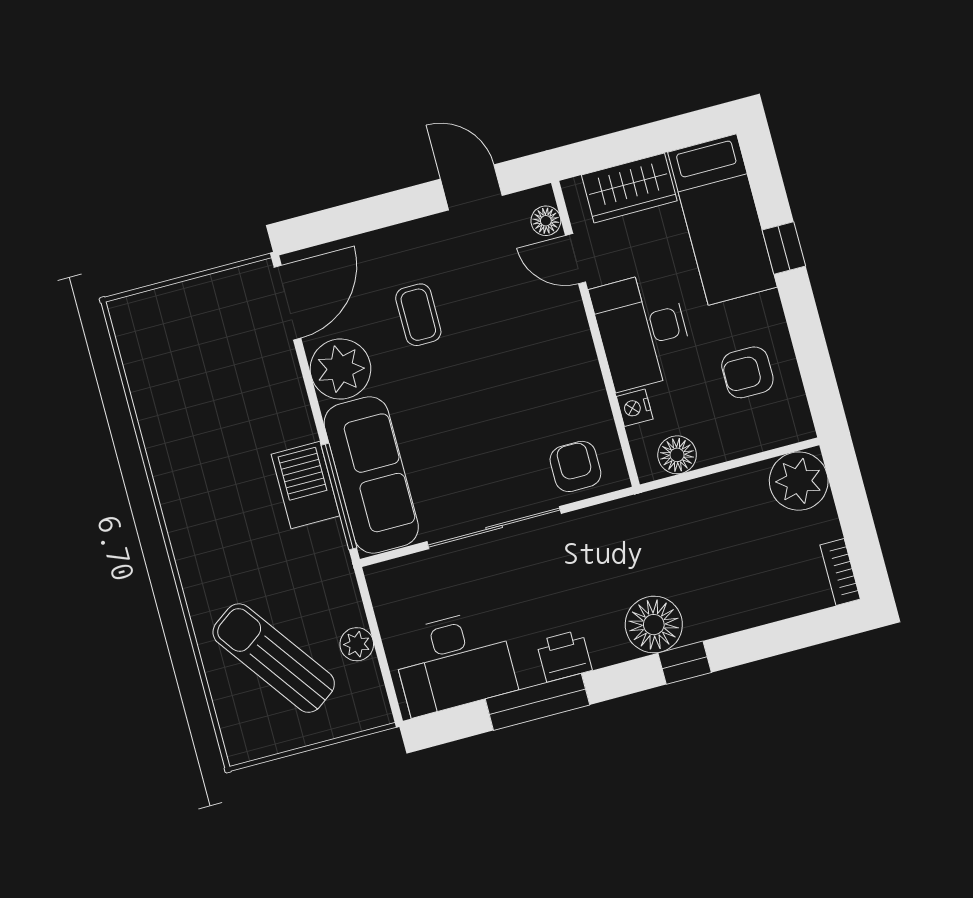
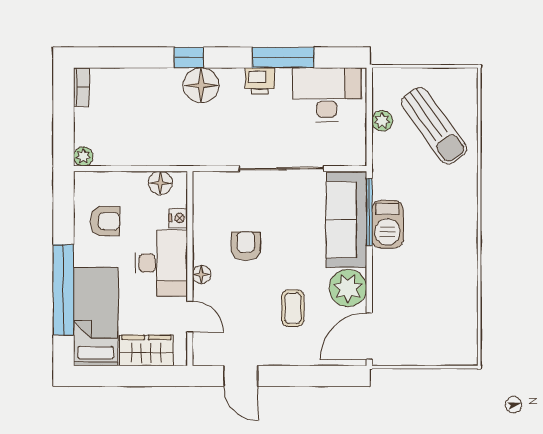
floor lamp: (546, 221) -> (202, 275), moved
window: (784, 248) -> (63, 290), width x3.17
armchair: (575, 466) -> (246, 246), moved, turned 180
plant: (799, 481) -> (83, 156), width x0.53, depth x0.53

